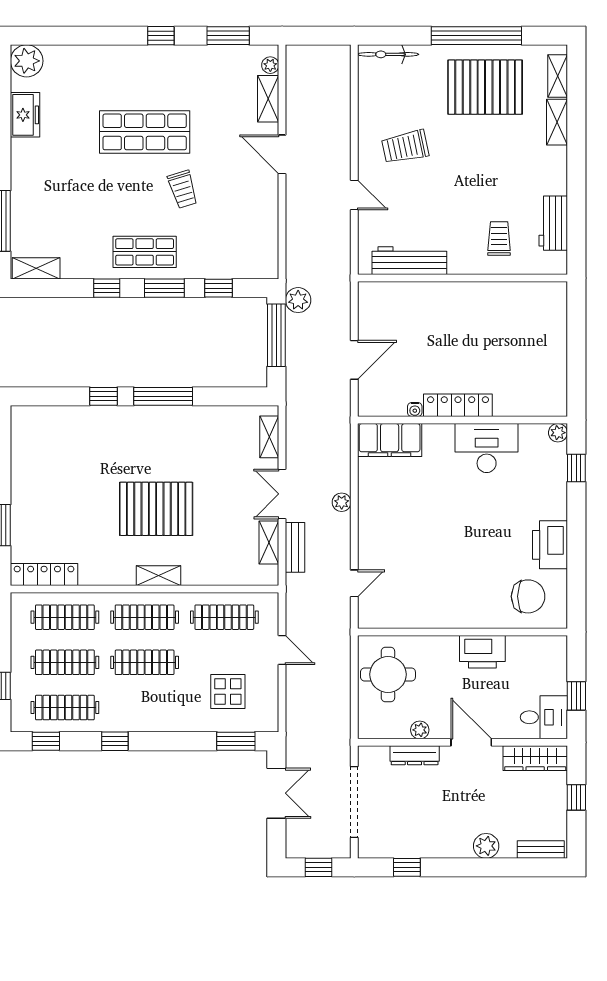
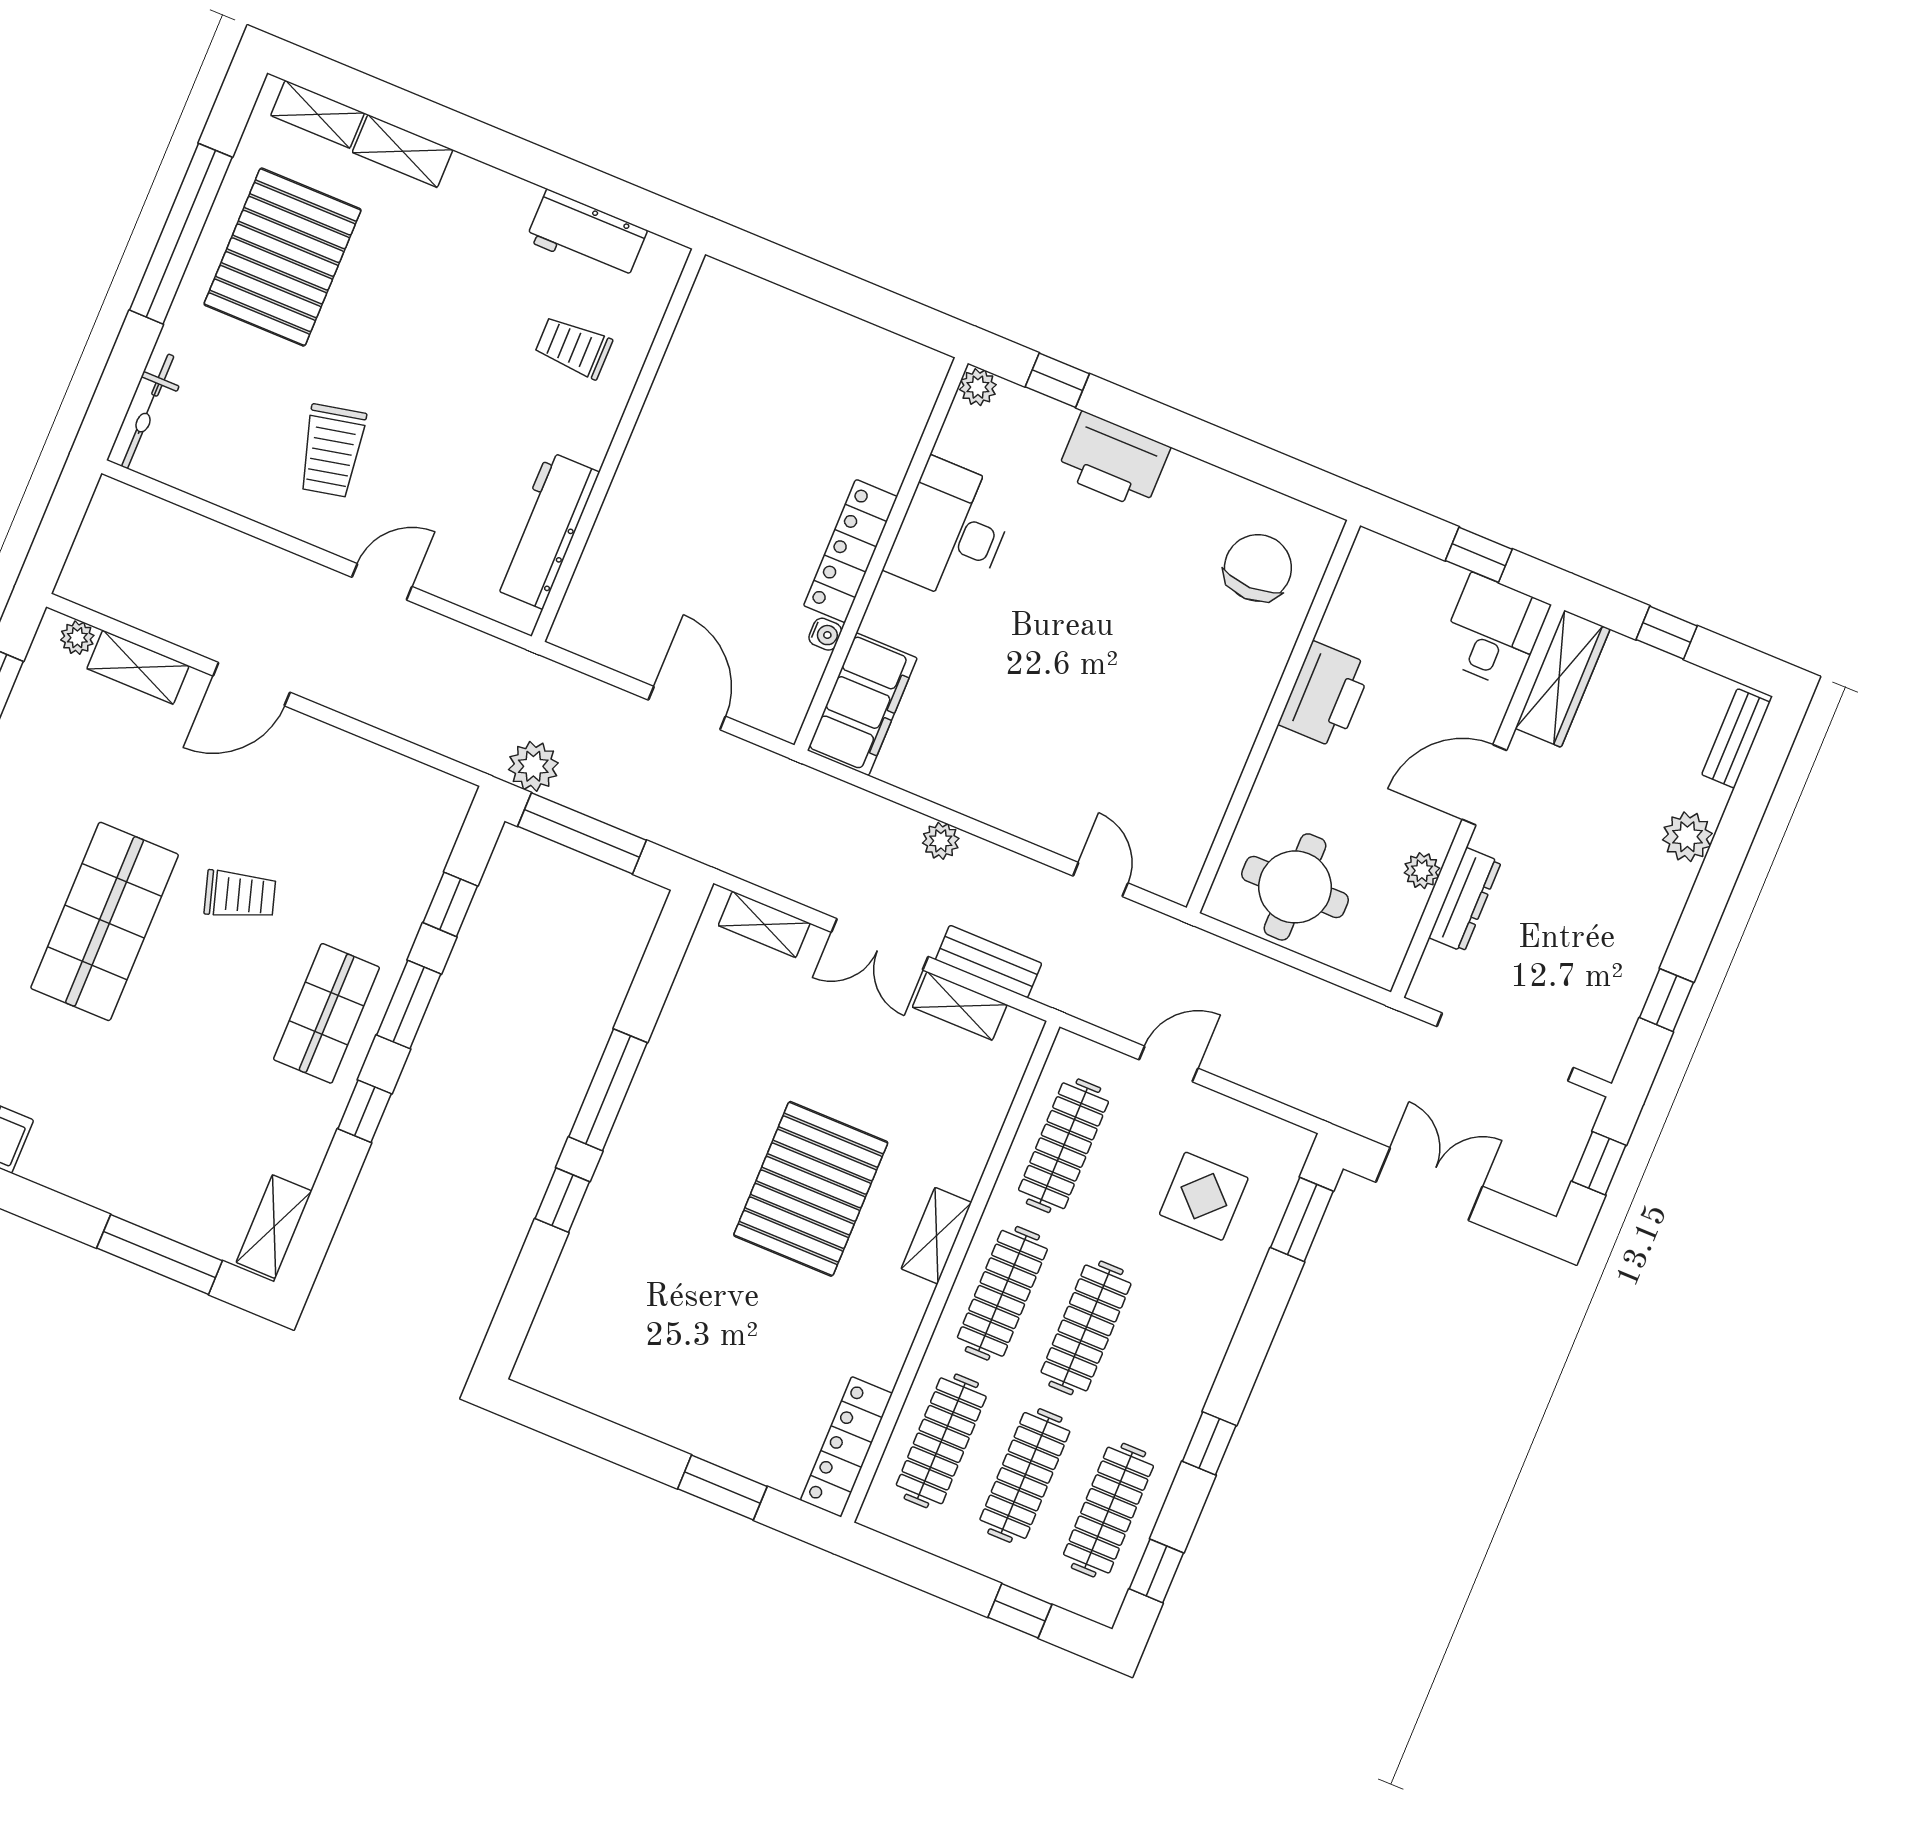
printer: (550, 545) -> (1113, 461), moved

